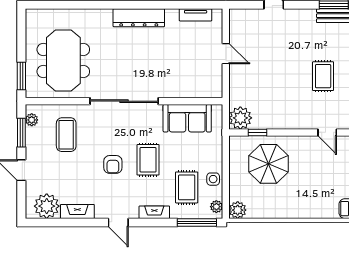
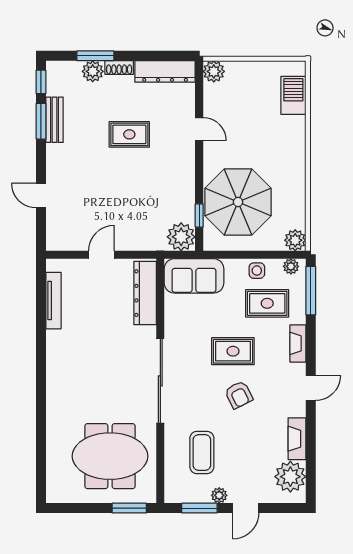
tv unit: (196, 15) -> (53, 301), width x1.41
dresser: (139, 18) -> (145, 293), moved, turned 180
sofa: (187, 118) -> (194, 276), moved, turned 90
plant: (32, 120) -> (219, 495), moved
door: (327, 132) -> (199, 129), hinge flipped
coffee table: (66, 135) -> (202, 453), turned 90
armchair: (113, 164) -> (239, 395), turned 63
parasol: (268, 164) -> (238, 202), width x1.36, depth x1.36

